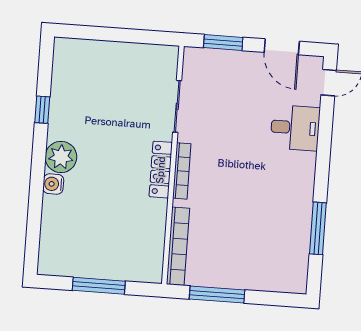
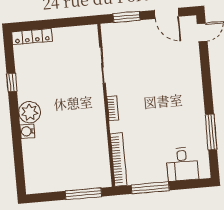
desk: (295, 128) -> (182, 164), moved, turned 90
locker: (161, 170) -> (32, 36), moved, turned -90
bookcase: (182, 171) -> (113, 108), width x0.64
window: (99, 286) -> (83, 194), moved

